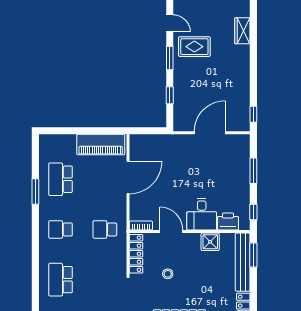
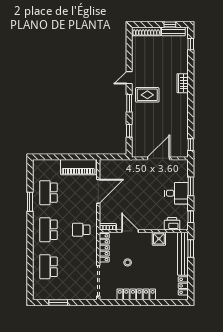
door: (170, 23) -> (129, 78), swing flipped
desk: (202, 214) -> (176, 193), moved, turned -90
school desk: (61, 229) -> (49, 230), width x1.85

